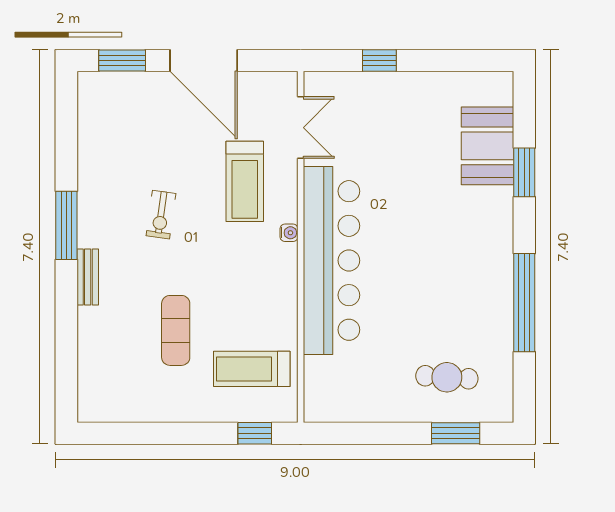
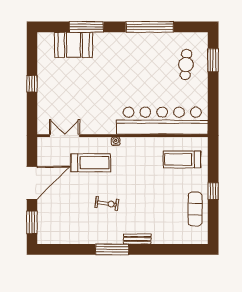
window: (379, 60) -> (32, 84), moved
window: (524, 172) -> (86, 27), width x1.44
bar counter: (331, 260) -> (162, 121), moved
exercise mat: (176, 330) -> (195, 209), moved, turned 90
treadmill: (252, 369) -> (182, 159), turned 90
window: (255, 433) -> (213, 191), moved

